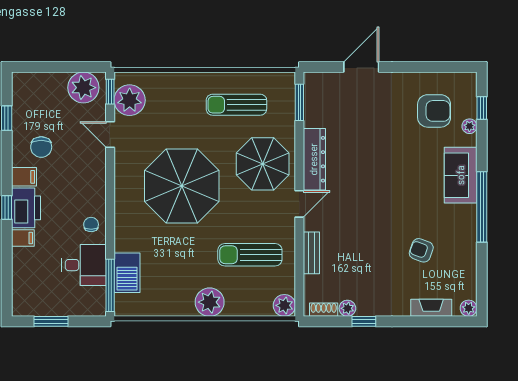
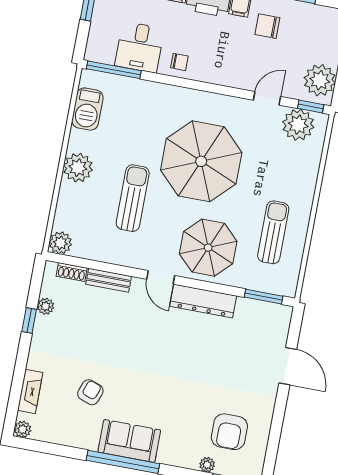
sofa: (461, 175) -> (129, 441), moved
sun lounger: (250, 255) -> (133, 198), moved
barbecue: (127, 273) -> (87, 109), moved, turned -90
shoe rack: (324, 310) -> (72, 272), moved, turned 90

